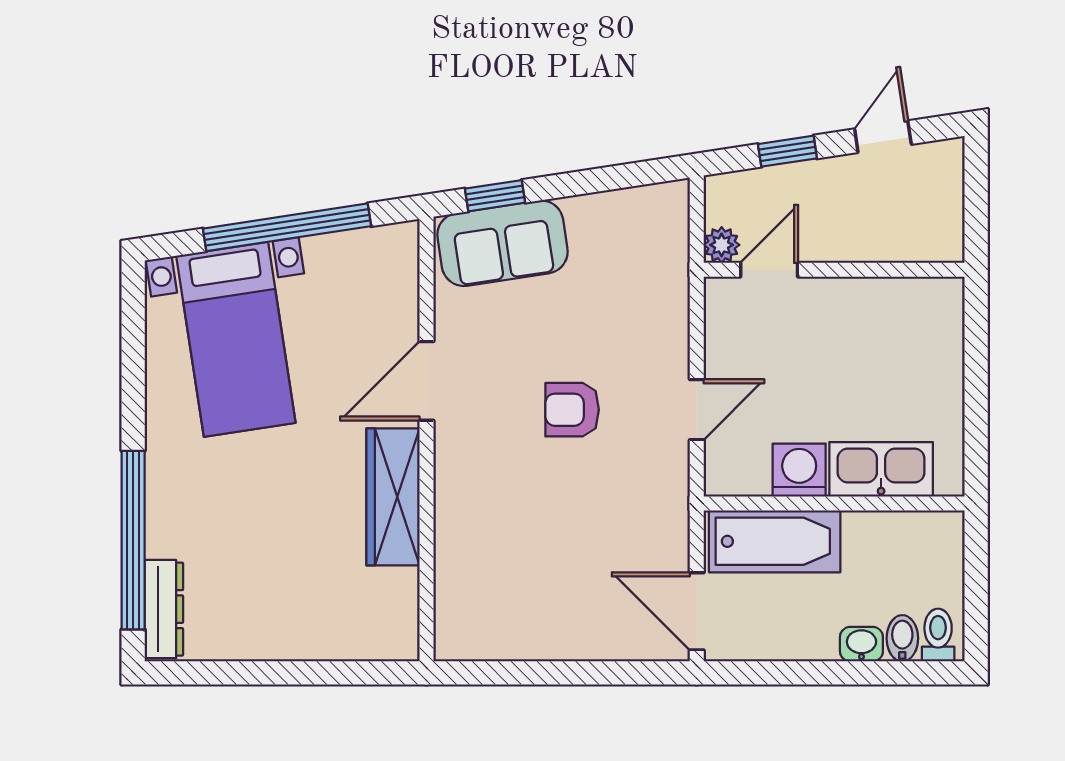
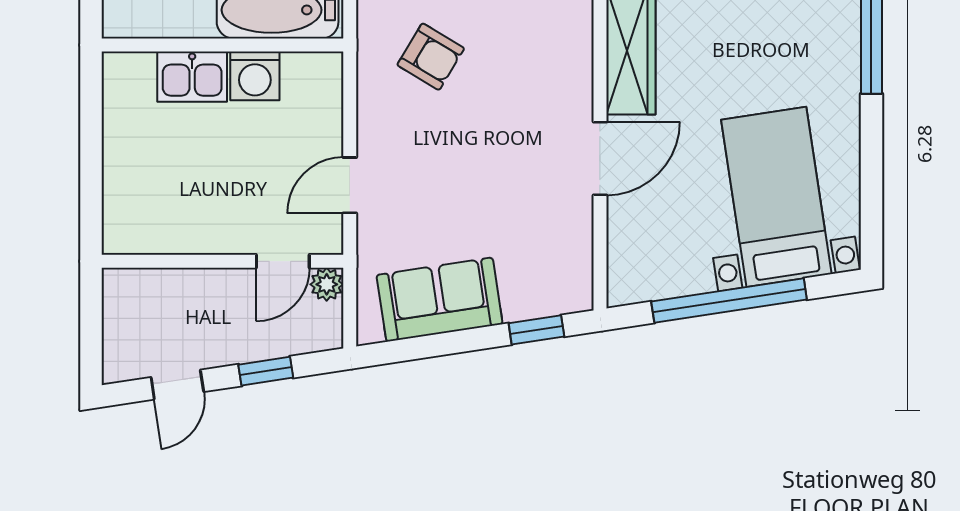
sofa: (502, 243) -> (440, 300), moved
armchair: (572, 410) -> (431, 57), moved, turned 31
door: (697, 410) -> (350, 185), moved
kitchen sink: (881, 469) -> (192, 77), width x0.73

